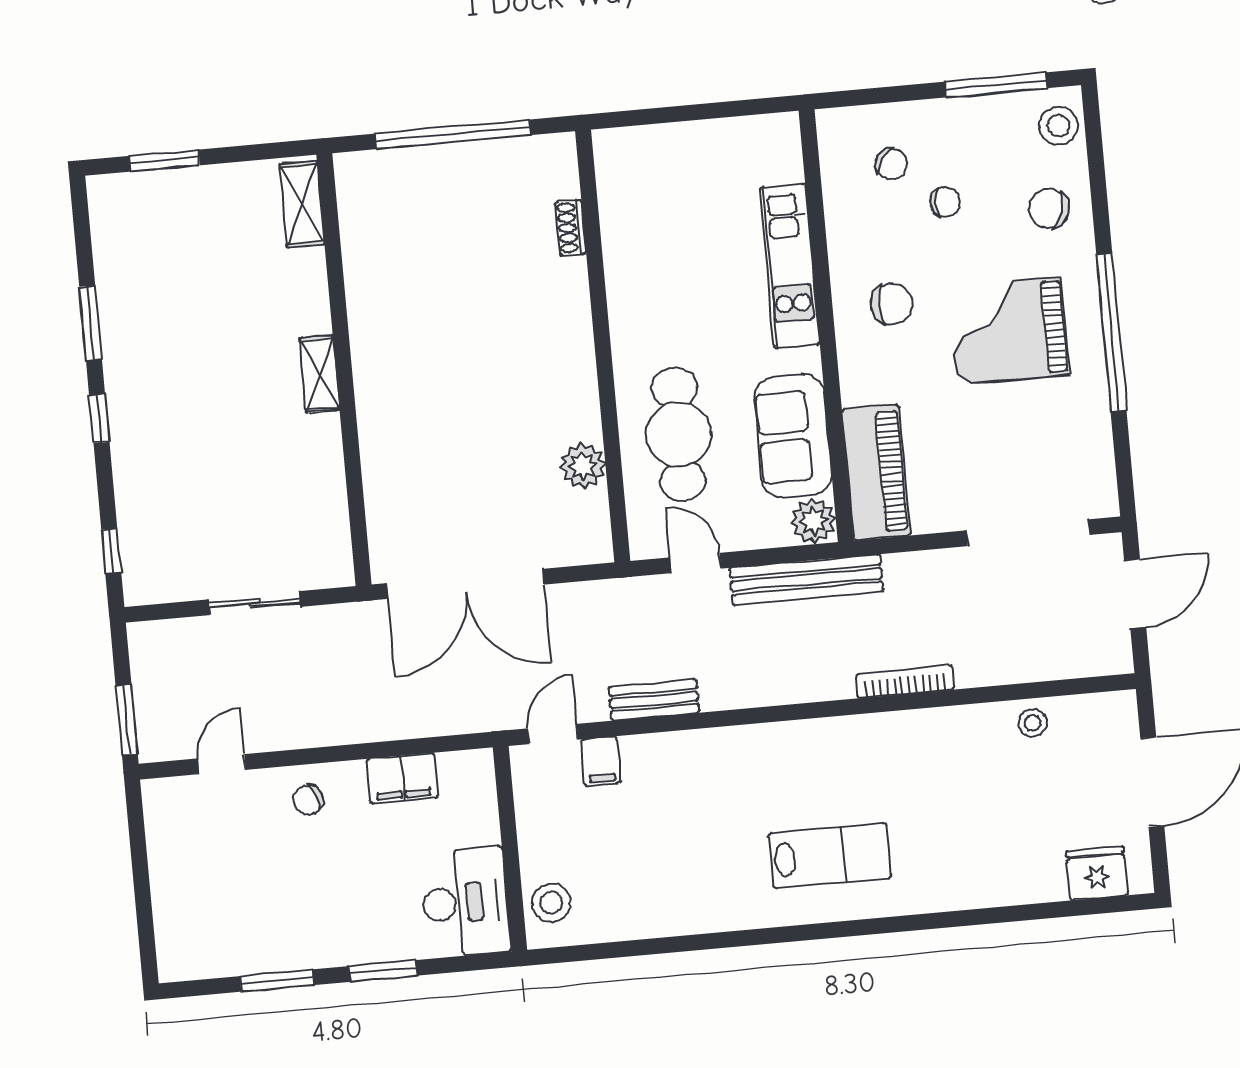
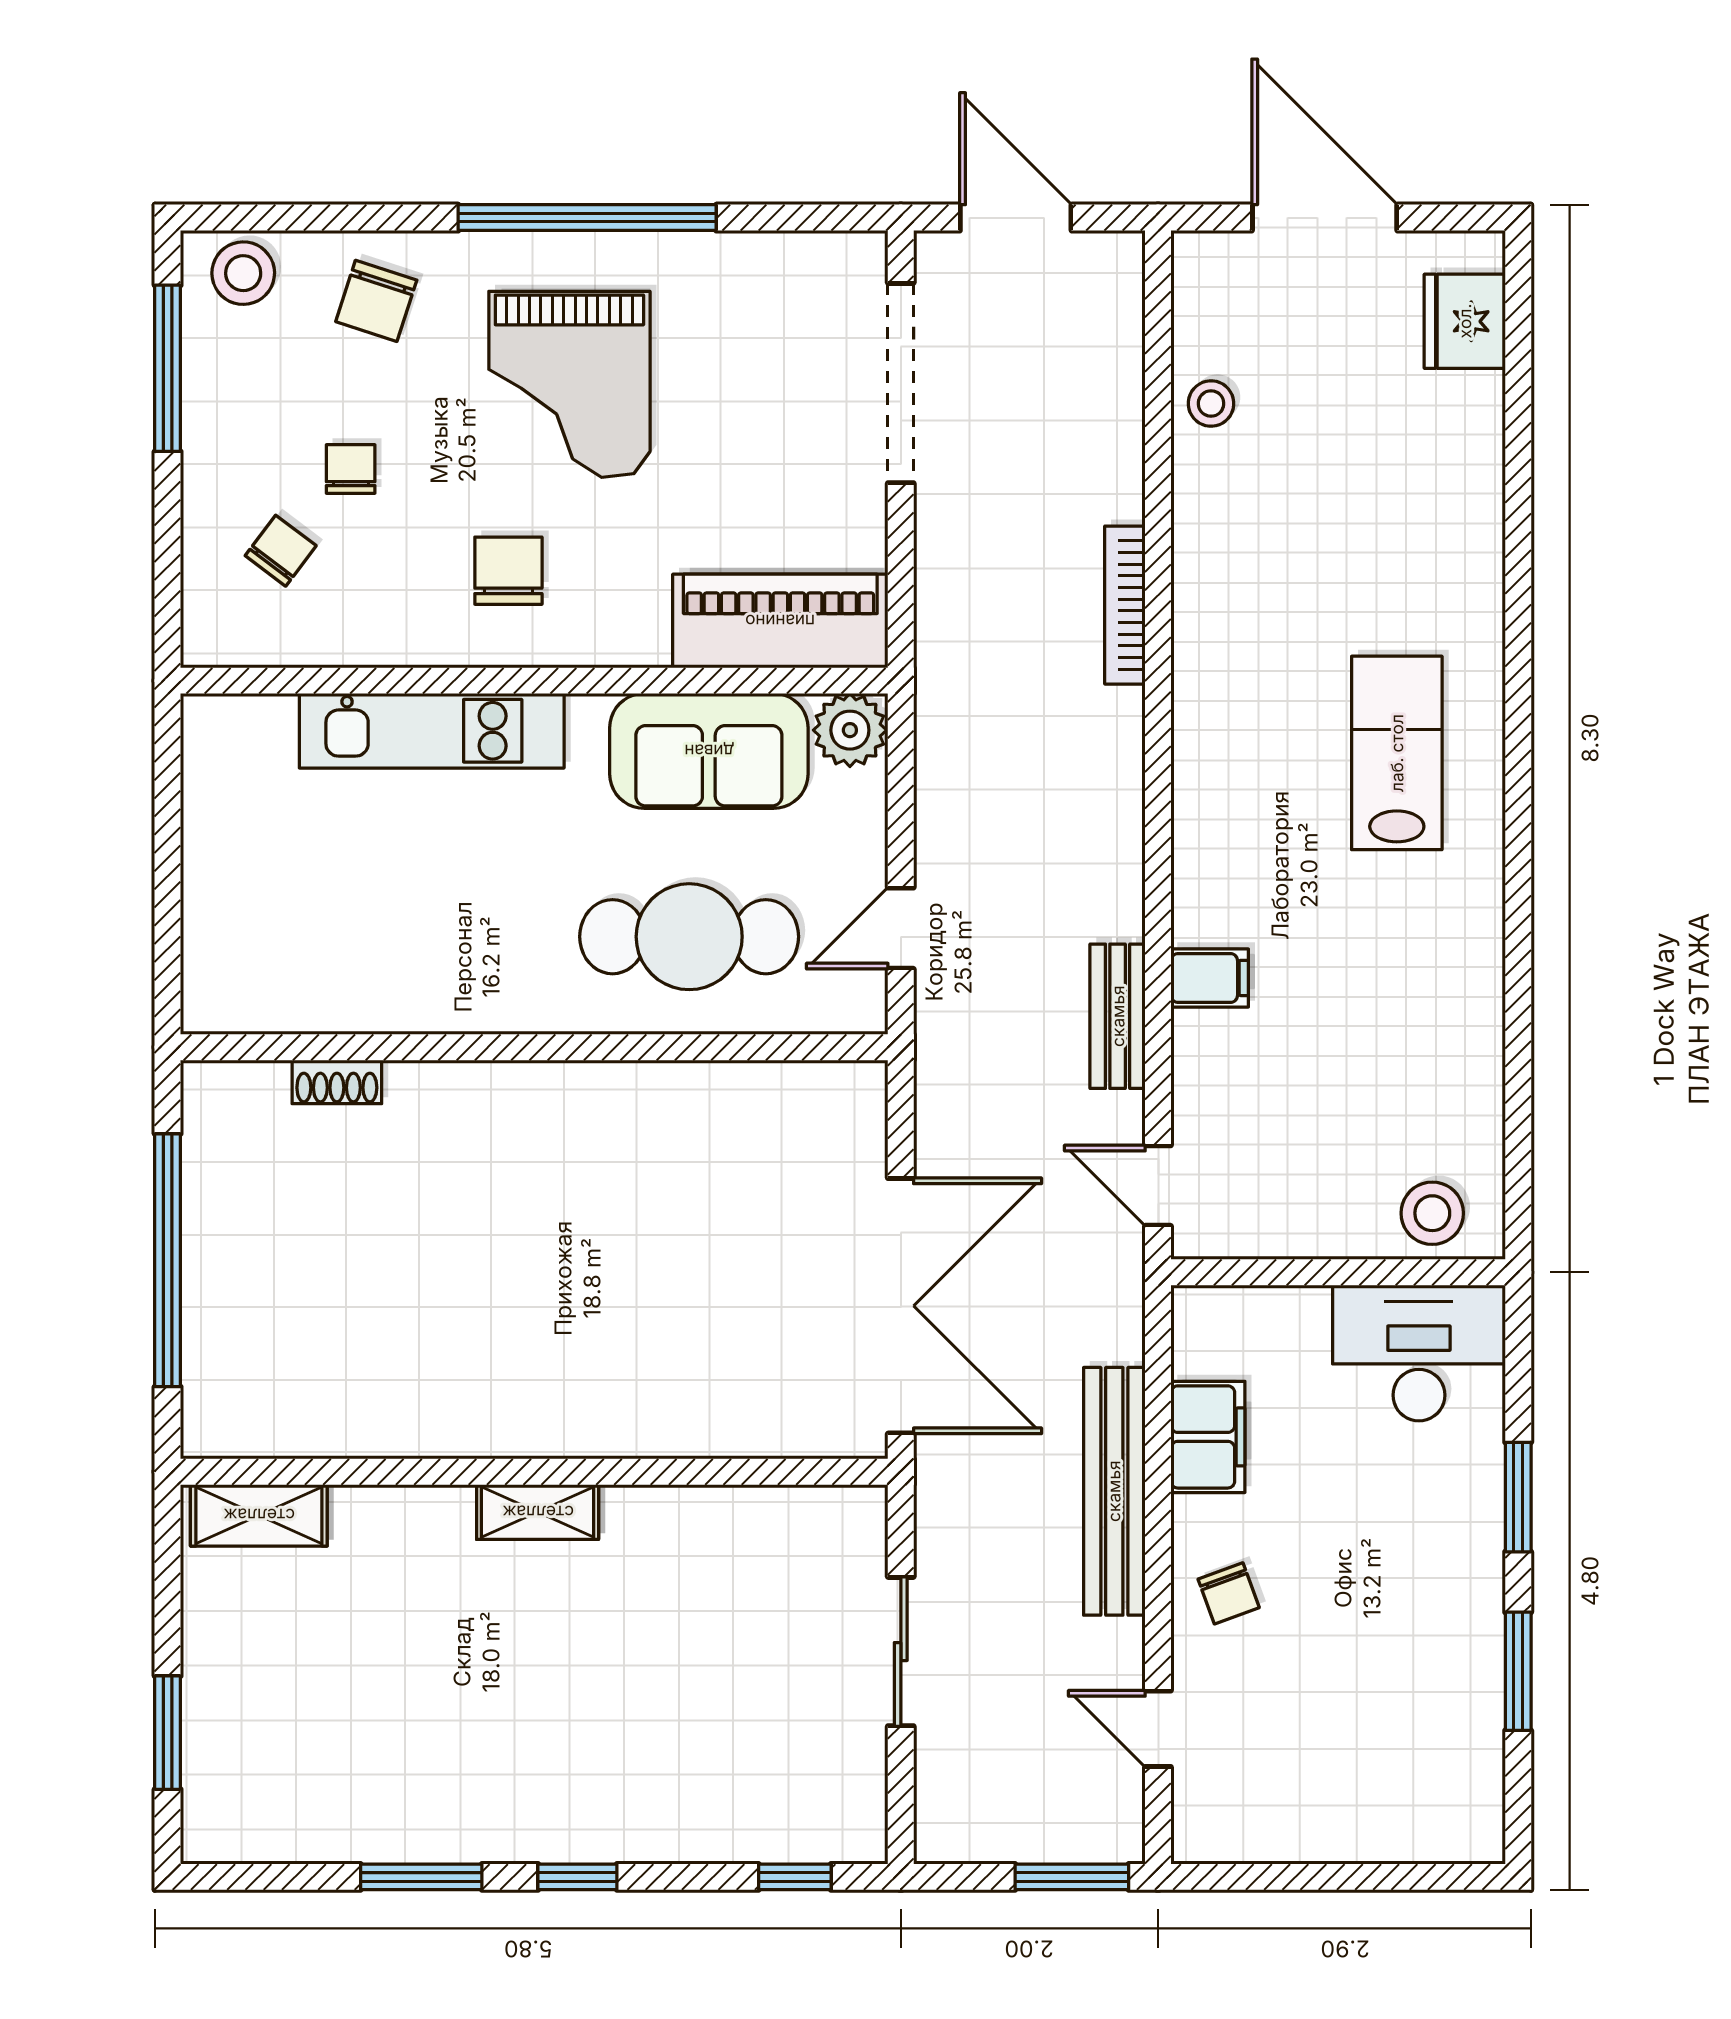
plant: (583, 466) -> (726, 1098), removed
bench: (806, 580) -> (1114, 1491), moved
filing cabinet: (601, 761) -> (1210, 978), moved

